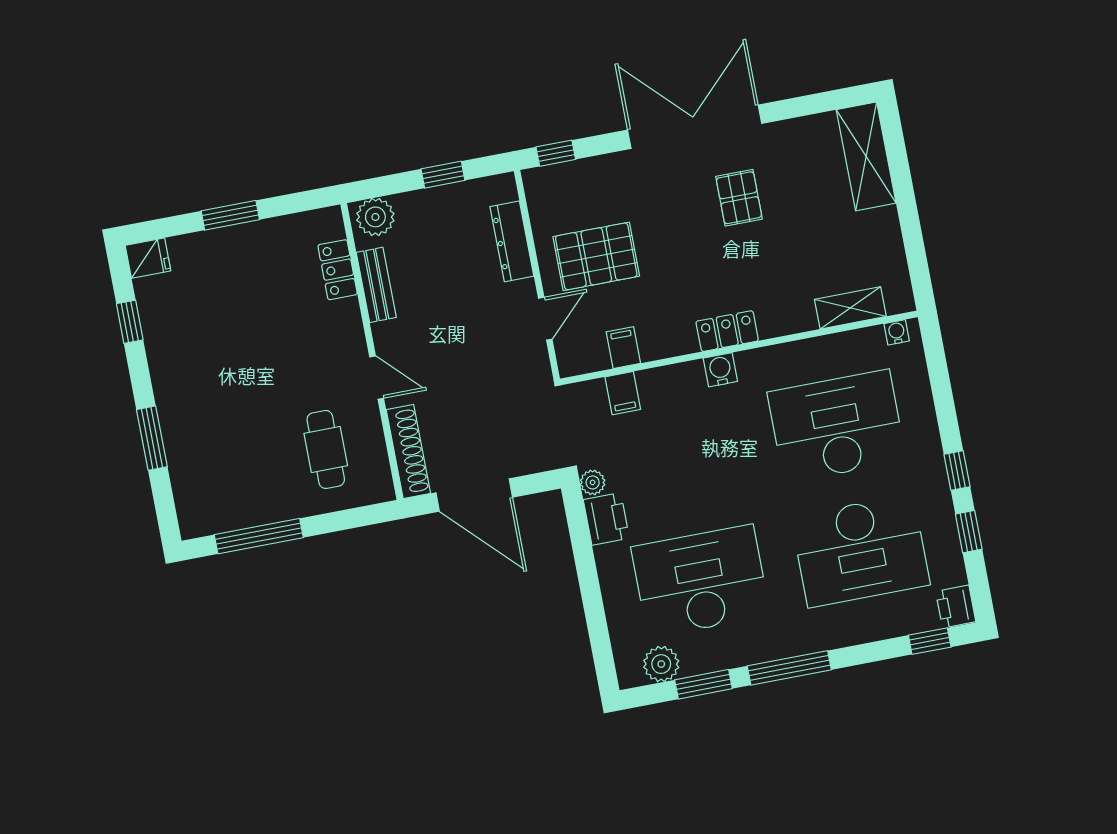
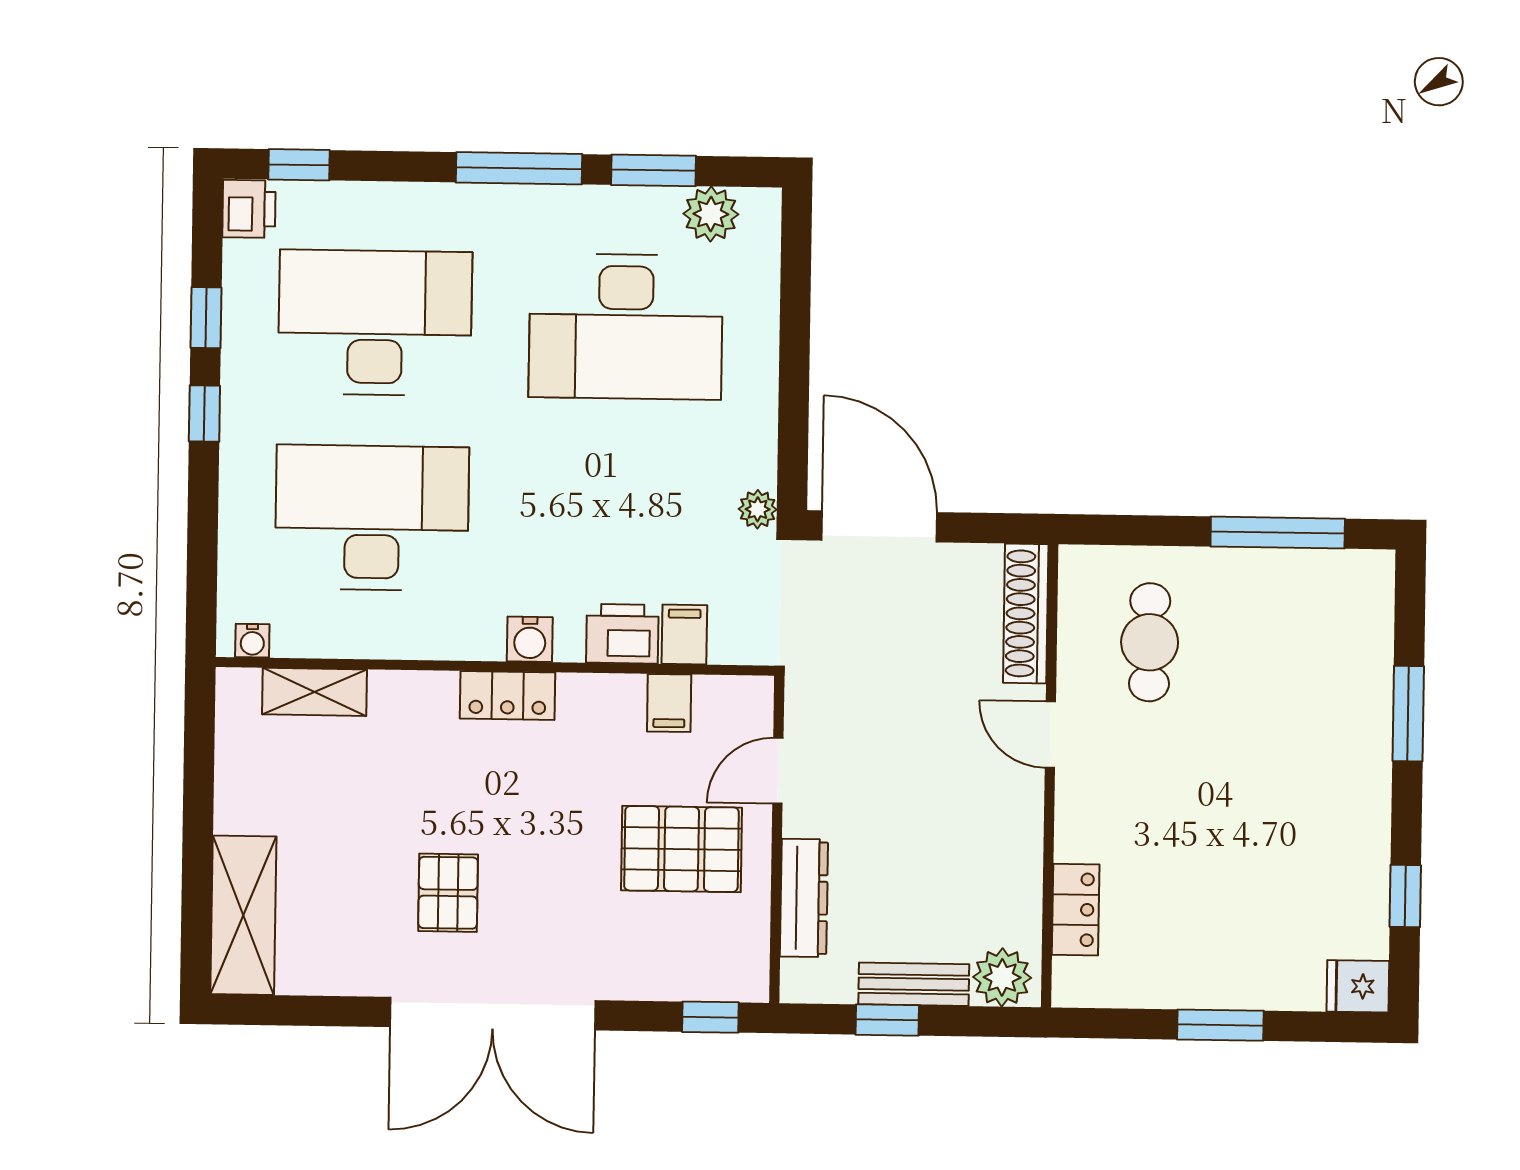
bench: (376, 285) -> (914, 984), moved, turned 90
desk: (837, 426) -> (372, 518), turned 180
door: (474, 495) -> (879, 526), moved
printer: (606, 519) -> (622, 634), moved, turned 90

